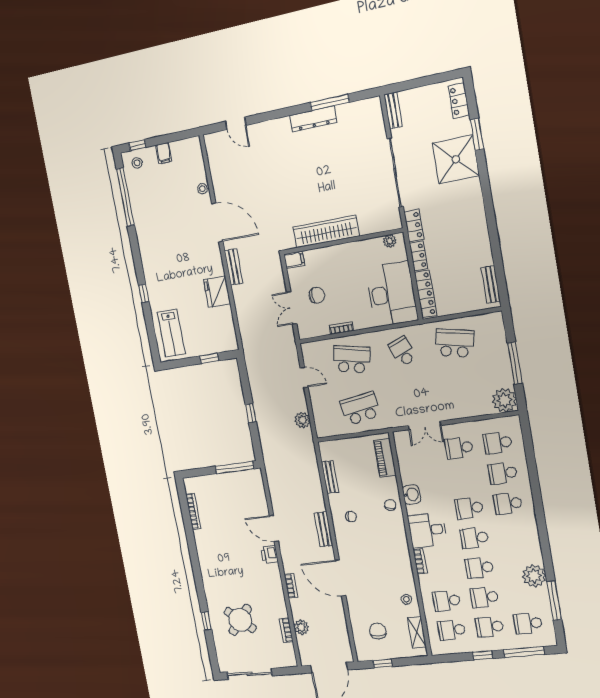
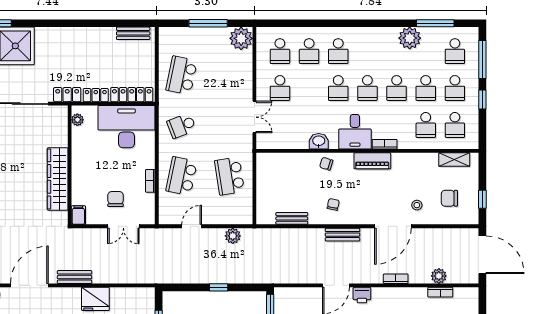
piano: (385, 458) -> (372, 161), moved
stool: (406, 599) -> (417, 205), moved

